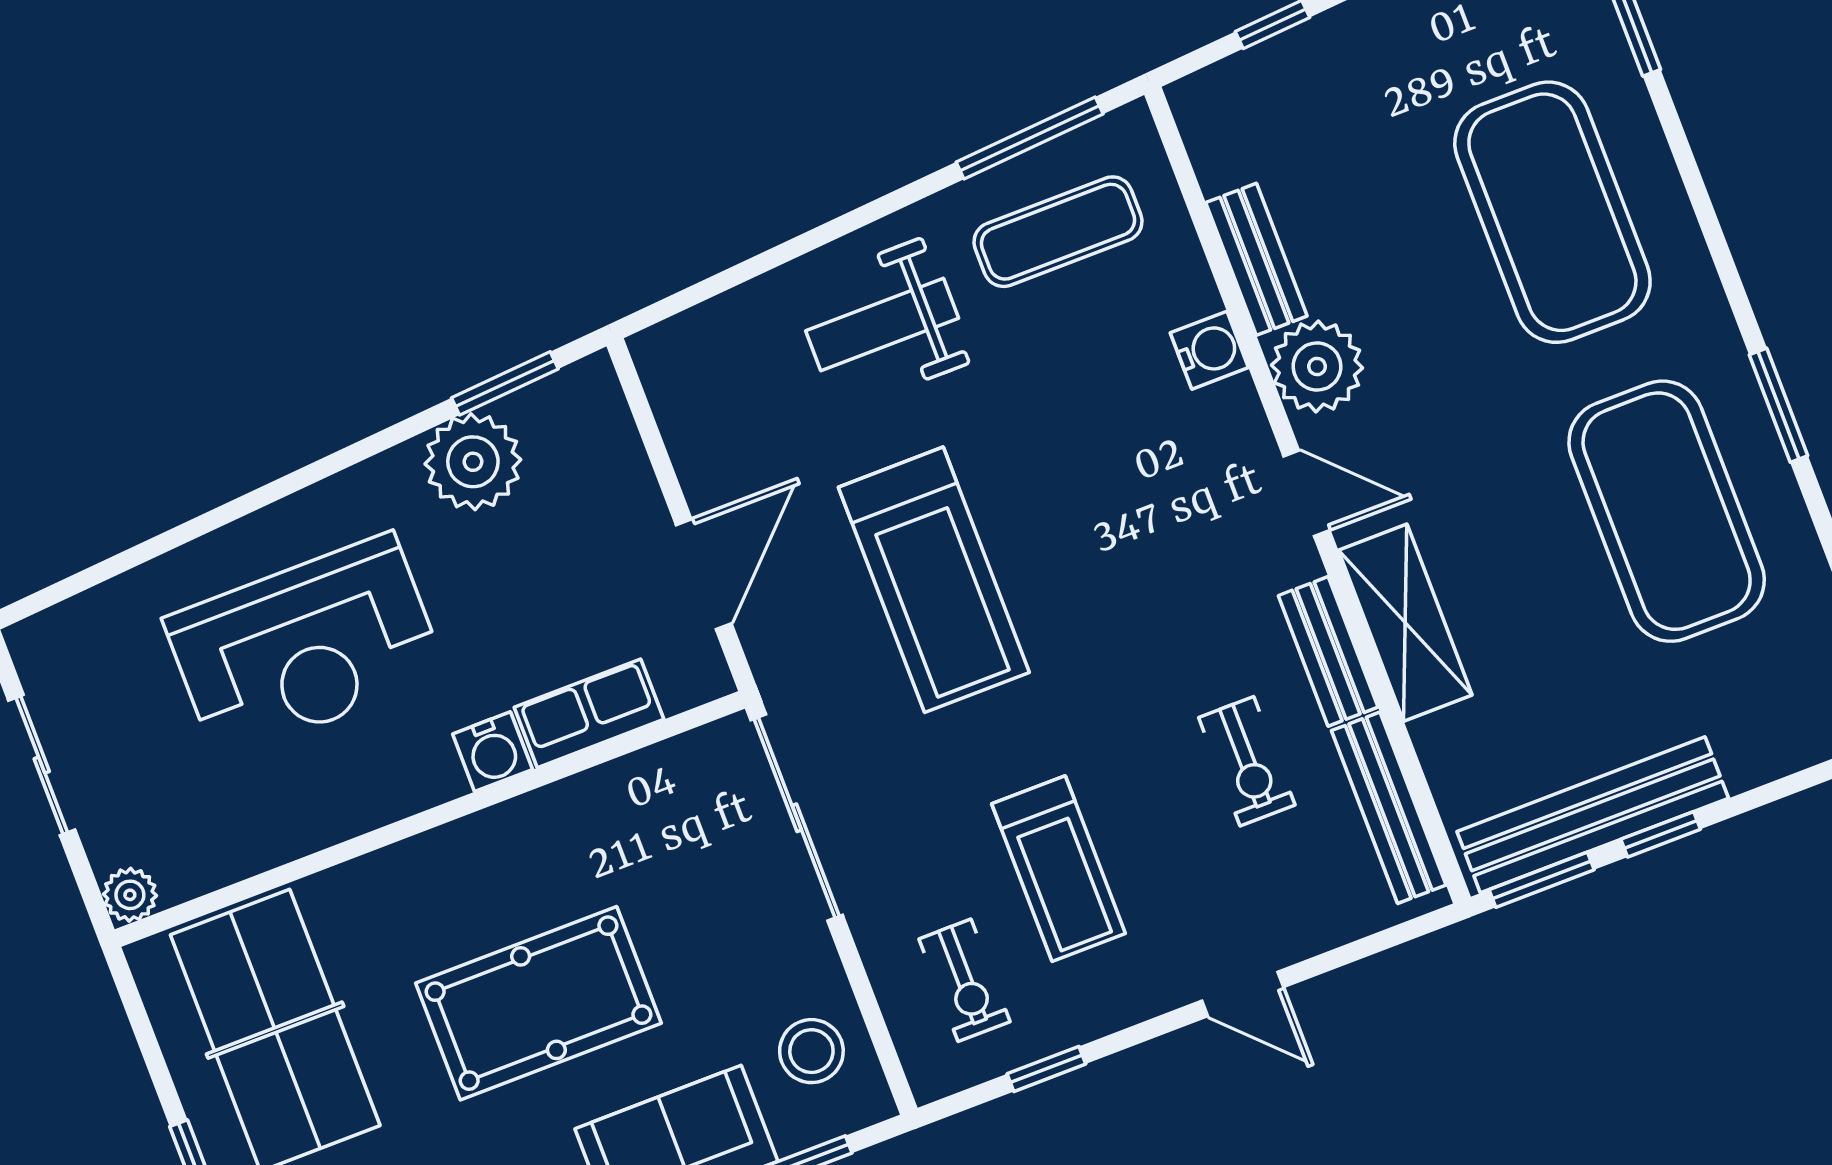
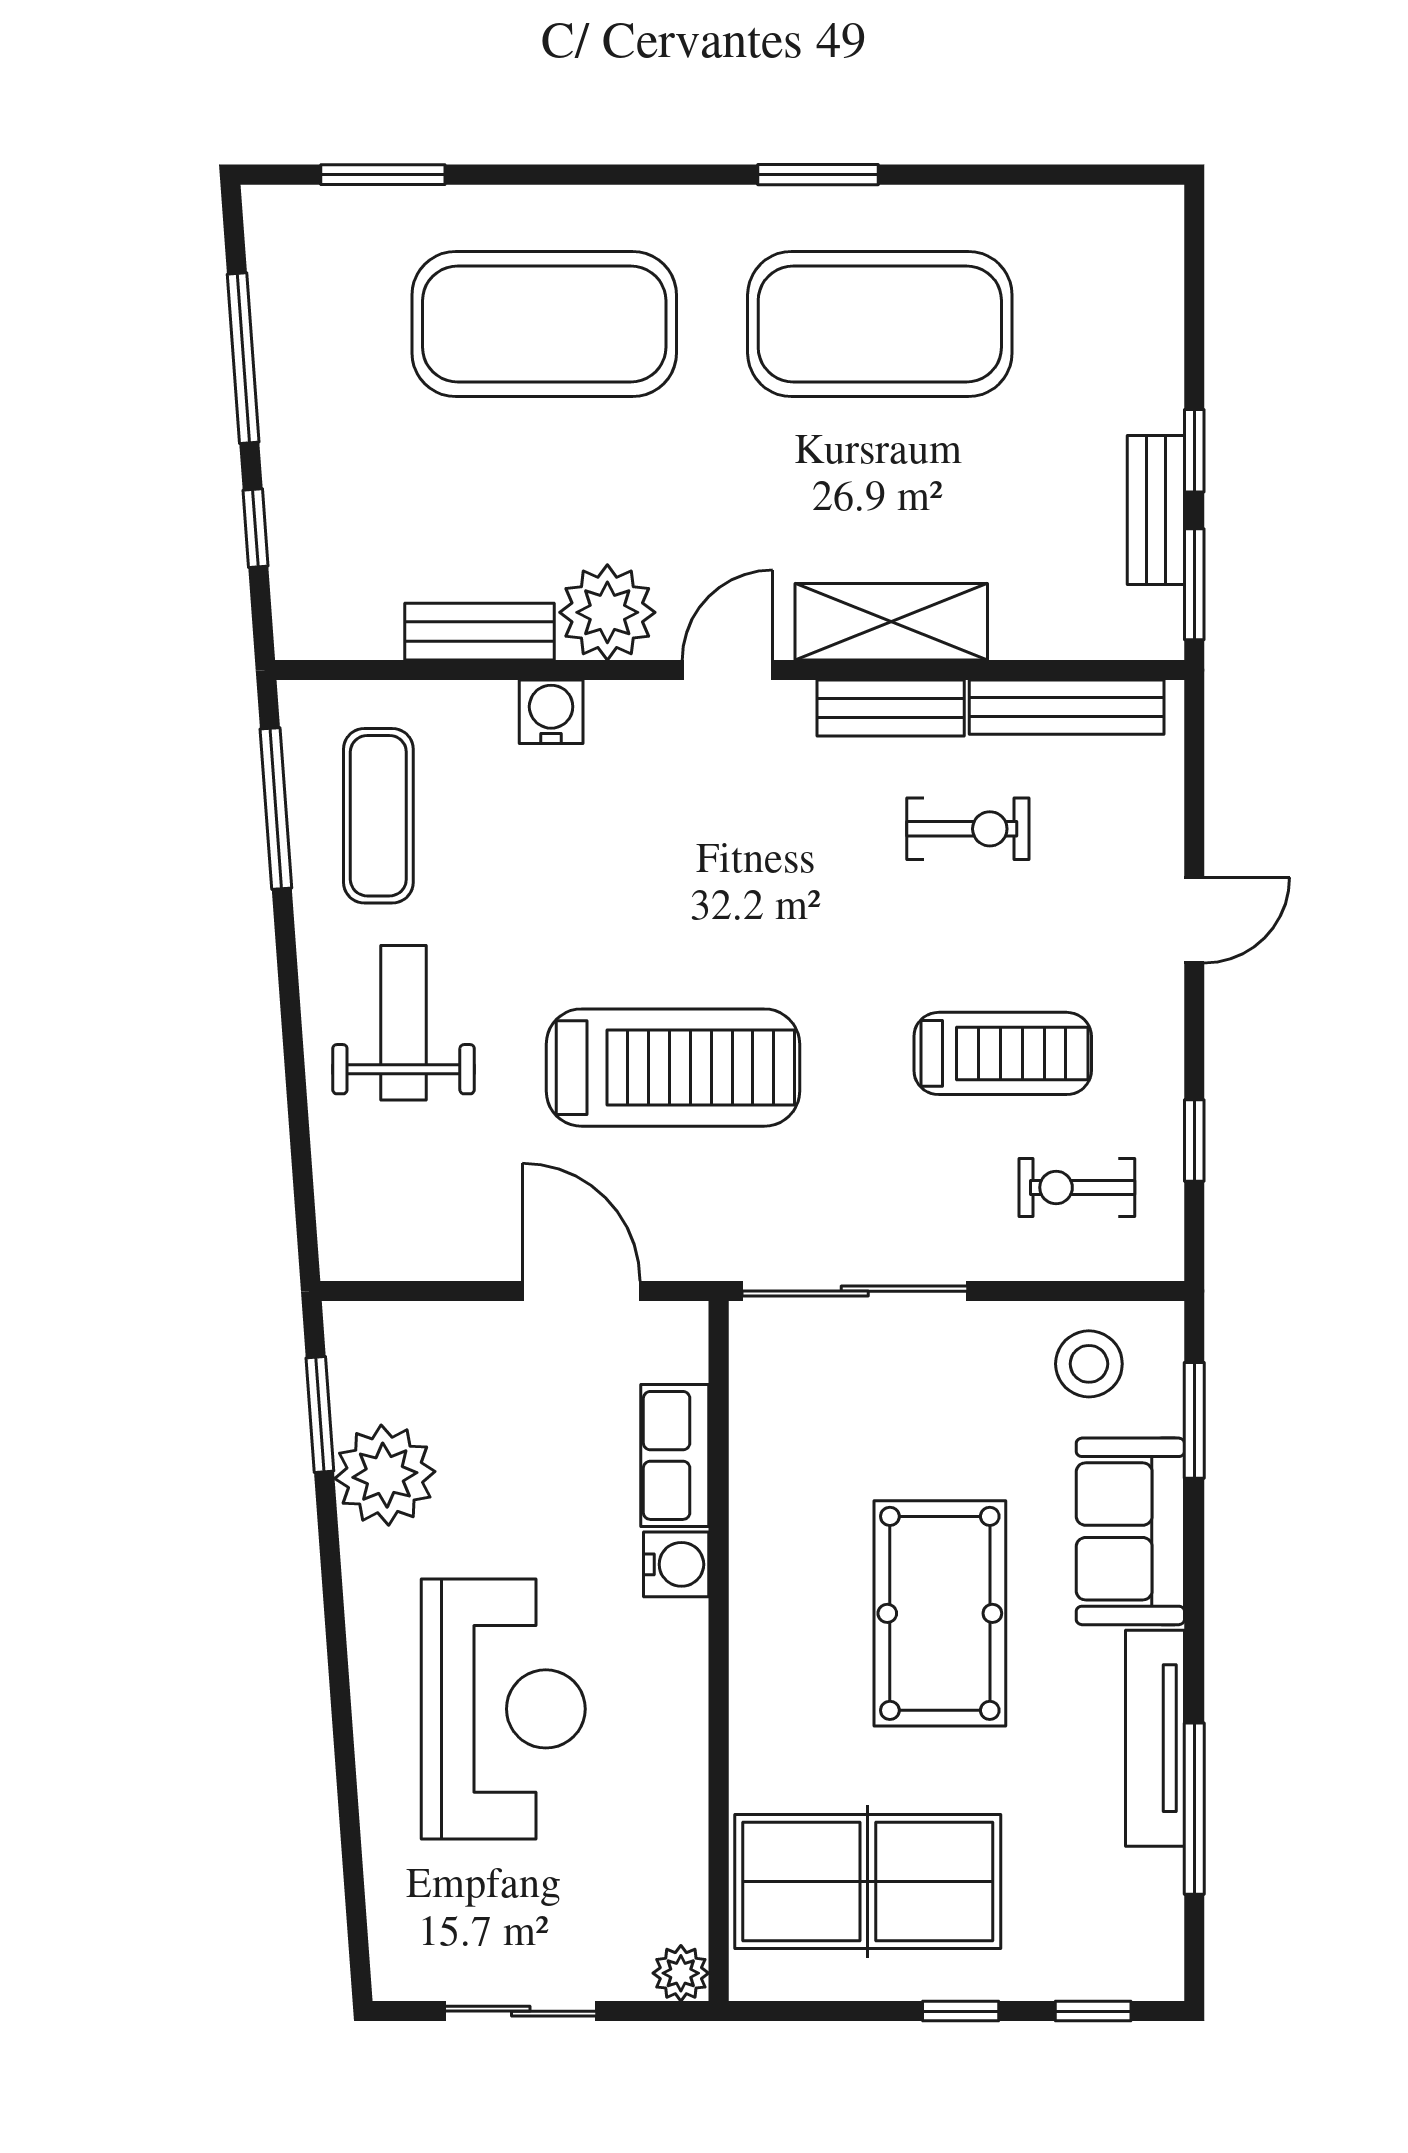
weight bench: (882, 325) -> (403, 1023), turned 180
bench: (1593, 815) -> (1156, 510), width x0.54, depth x0.82
exercise bike: (964, 980) -> (1077, 1187), turned 180

